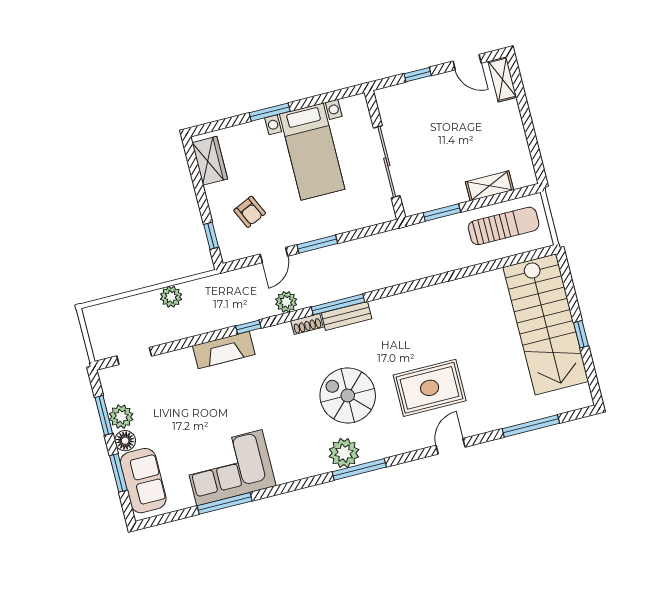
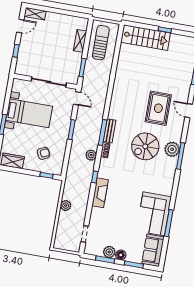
door: (274, 255) -> (77, 98), moved
stairs: (546, 324) -> (146, 38), width x0.73, depth x0.66
plant: (344, 453) -> (172, 149), moved
sofa: (143, 481) -> (153, 250), moved, turned -90

